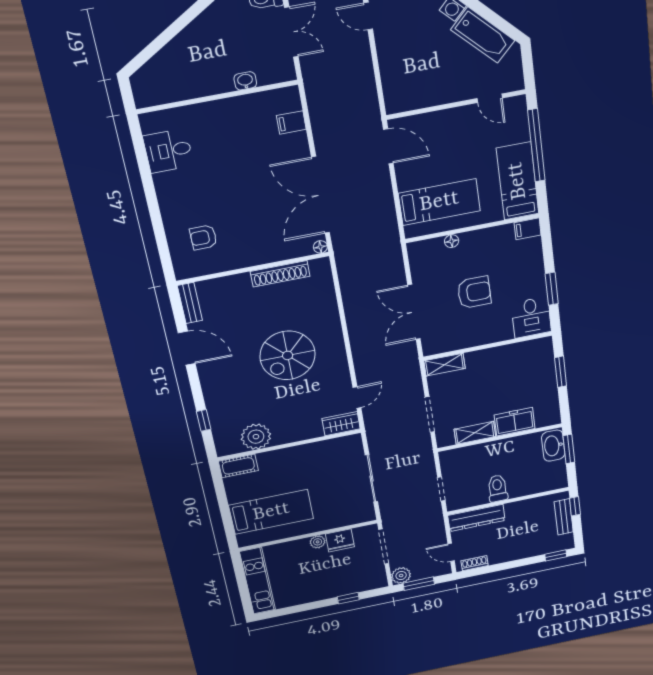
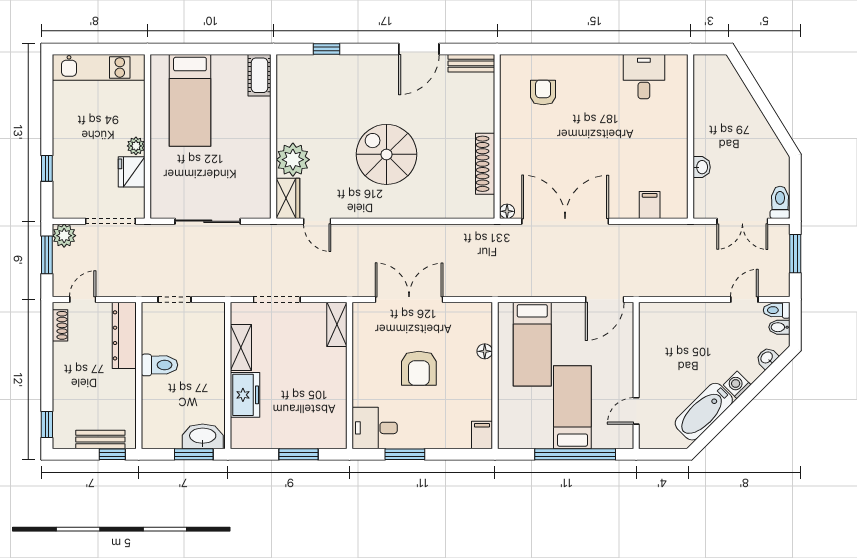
bed: (518, 181) -> (572, 407), moved, turned -90
plant: (256, 437) -> (293, 160), moved

